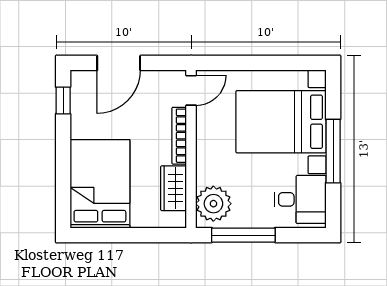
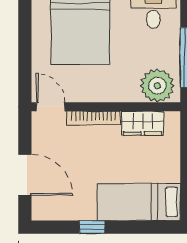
window: (63, 100) -> (92, 227), moved
bed: (100, 184) -> (139, 202), width x0.67

